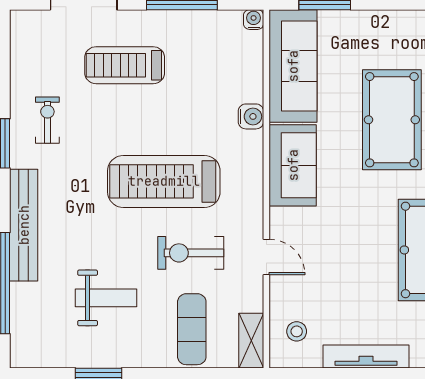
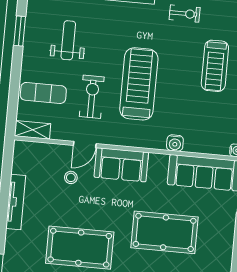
treadmill: (125, 65) -> (215, 66), turned 180
sofa: (293, 165) -> (121, 165), moved
weight bench: (106, 298) -> (68, 40), turned 180
stool: (297, 331) -> (71, 177), moved

